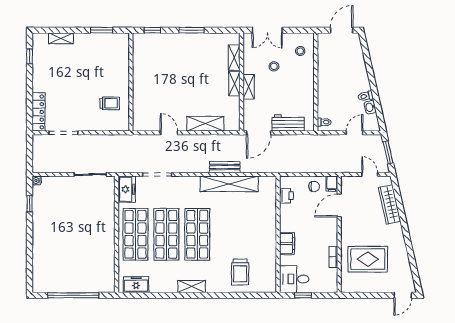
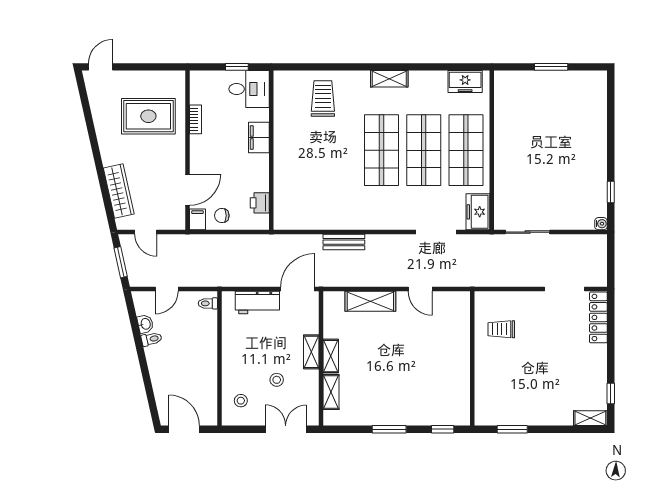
door: (342, 30) -> (184, 429), swing flipped
shelving: (61, 38) -> (590, 418), moved
shelving: (229, 184) -> (338, 219), removed
window: (73, 295) -> (551, 67), width x0.47

